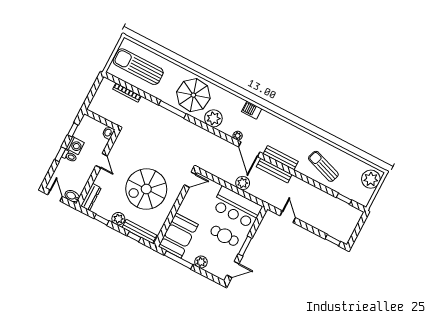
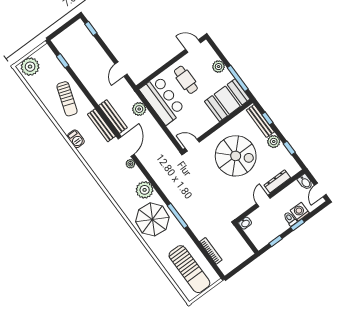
barbecue: (252, 110) -> (76, 139), moved
washing machine: (75, 146) -> (300, 212), moved
plant: (243, 183) -> (139, 109), moved
dresser: (91, 197) -> (277, 181), moved
window: (245, 246) -> (172, 62), removed

